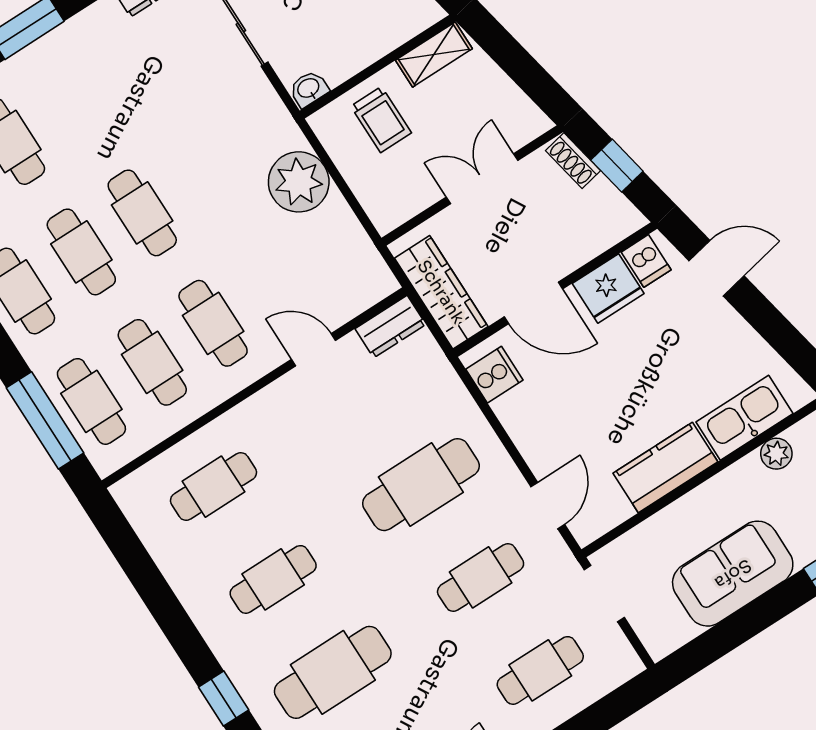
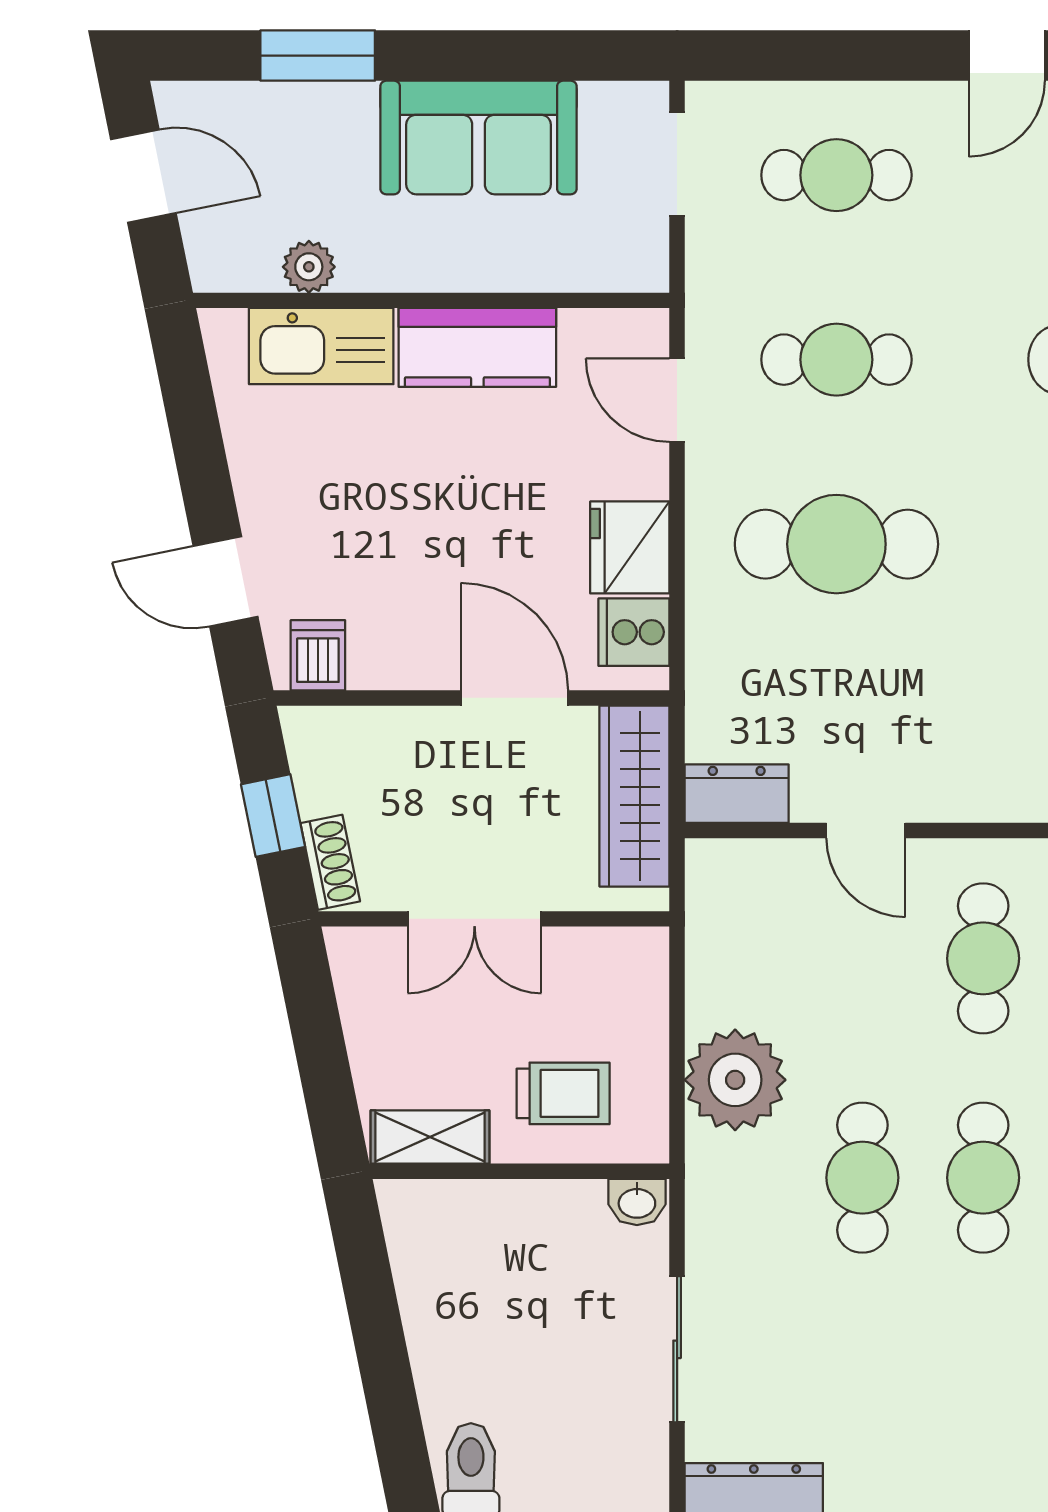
trolley: (381, 119) -> (563, 1093), turned 90
cafe table: (203, 174) -> (862, 1178), added
fridge: (608, 288) -> (630, 547), moved, turned -90
door: (548, 506) -> (677, 400), hinge flipped
doorway: (604, 594) -> (677, 164), moved

